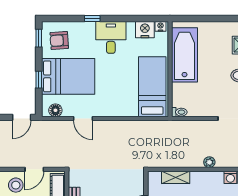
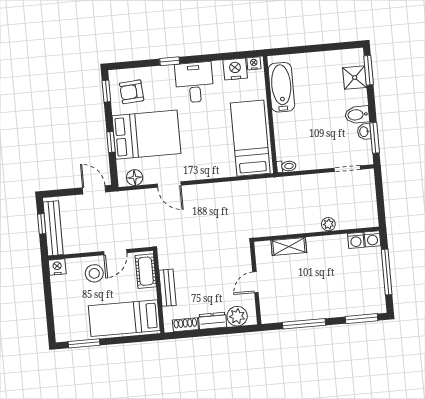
bathtub: (185, 55) -> (281, 87), width x0.73, depth x0.73
door: (22, 117) -> (94, 190), swing flipped

